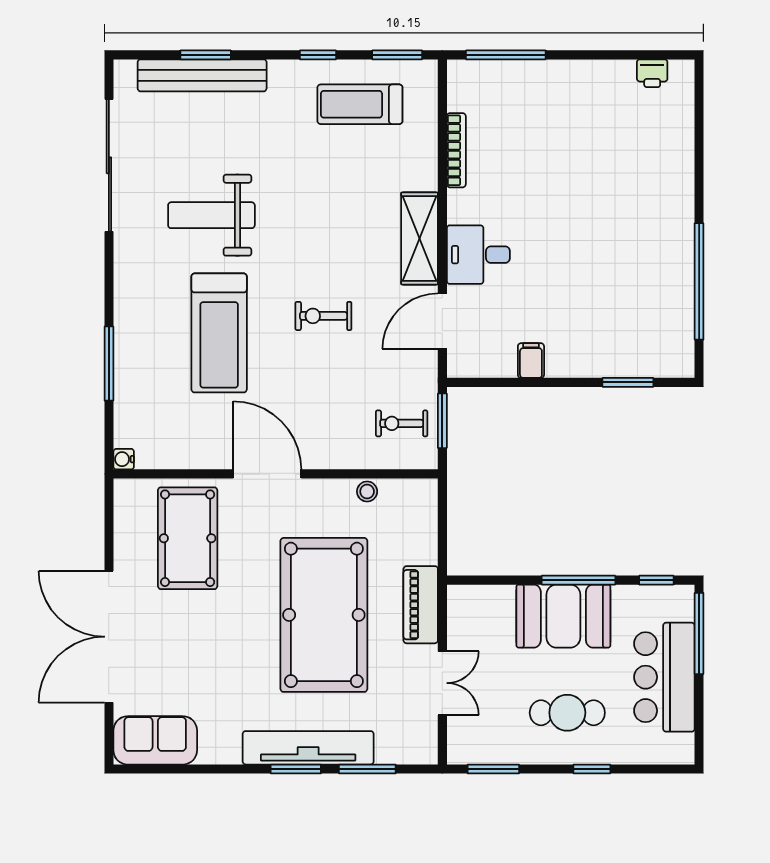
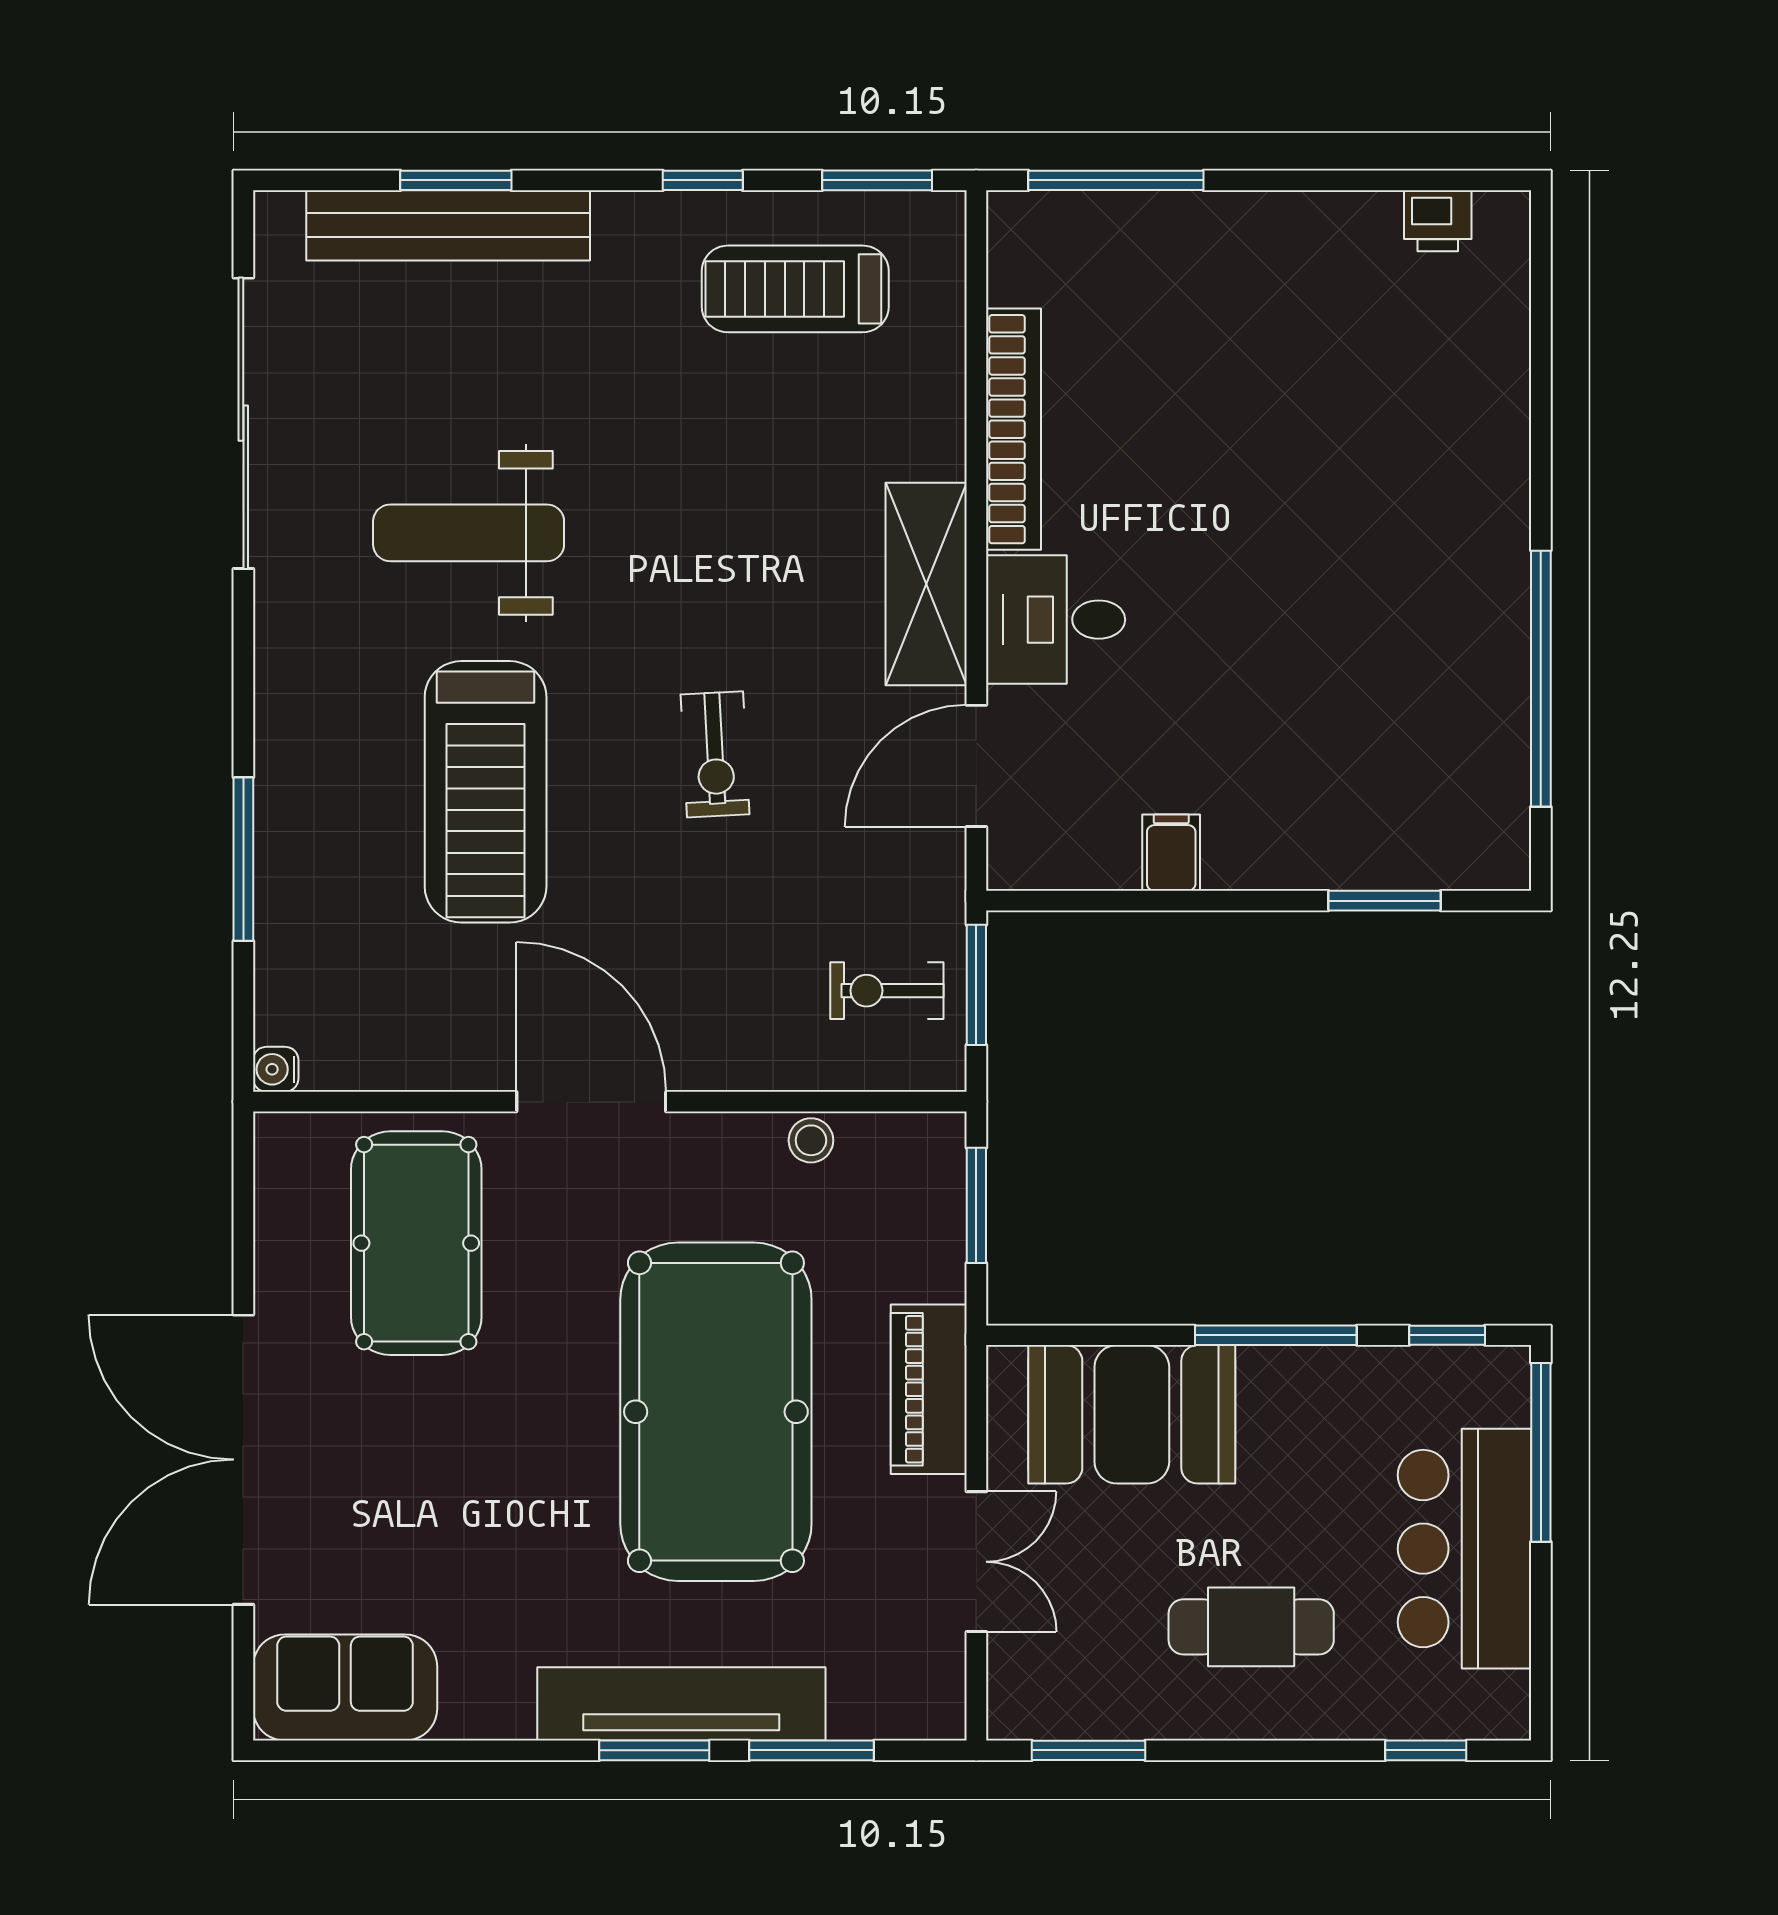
bookcase: (456, 150) -> (1014, 429), width x1.48, depth x1.31
exercise bike: (323, 316) -> (715, 754), turned -93
window: (442, 521) -> (976, 1205), added
booth: (563, 616) -> (1132, 1414), moved
window: (592, 769) -> (1426, 1750), moved

